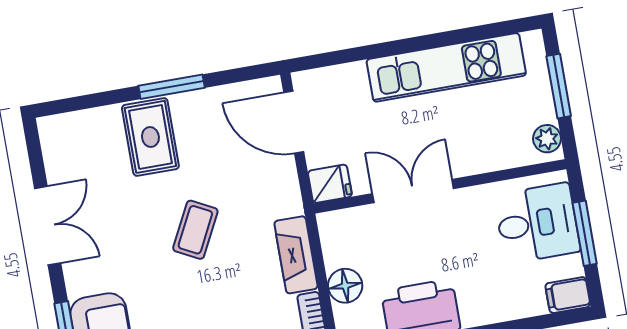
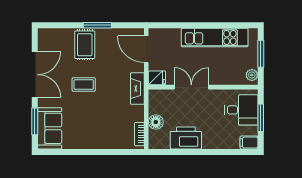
double door: (48, 226) -> (35, 75), width x1.37
coffee table: (195, 230) -> (84, 84), moved, turned 63
fireplace: (296, 255) -> (137, 89), moved

